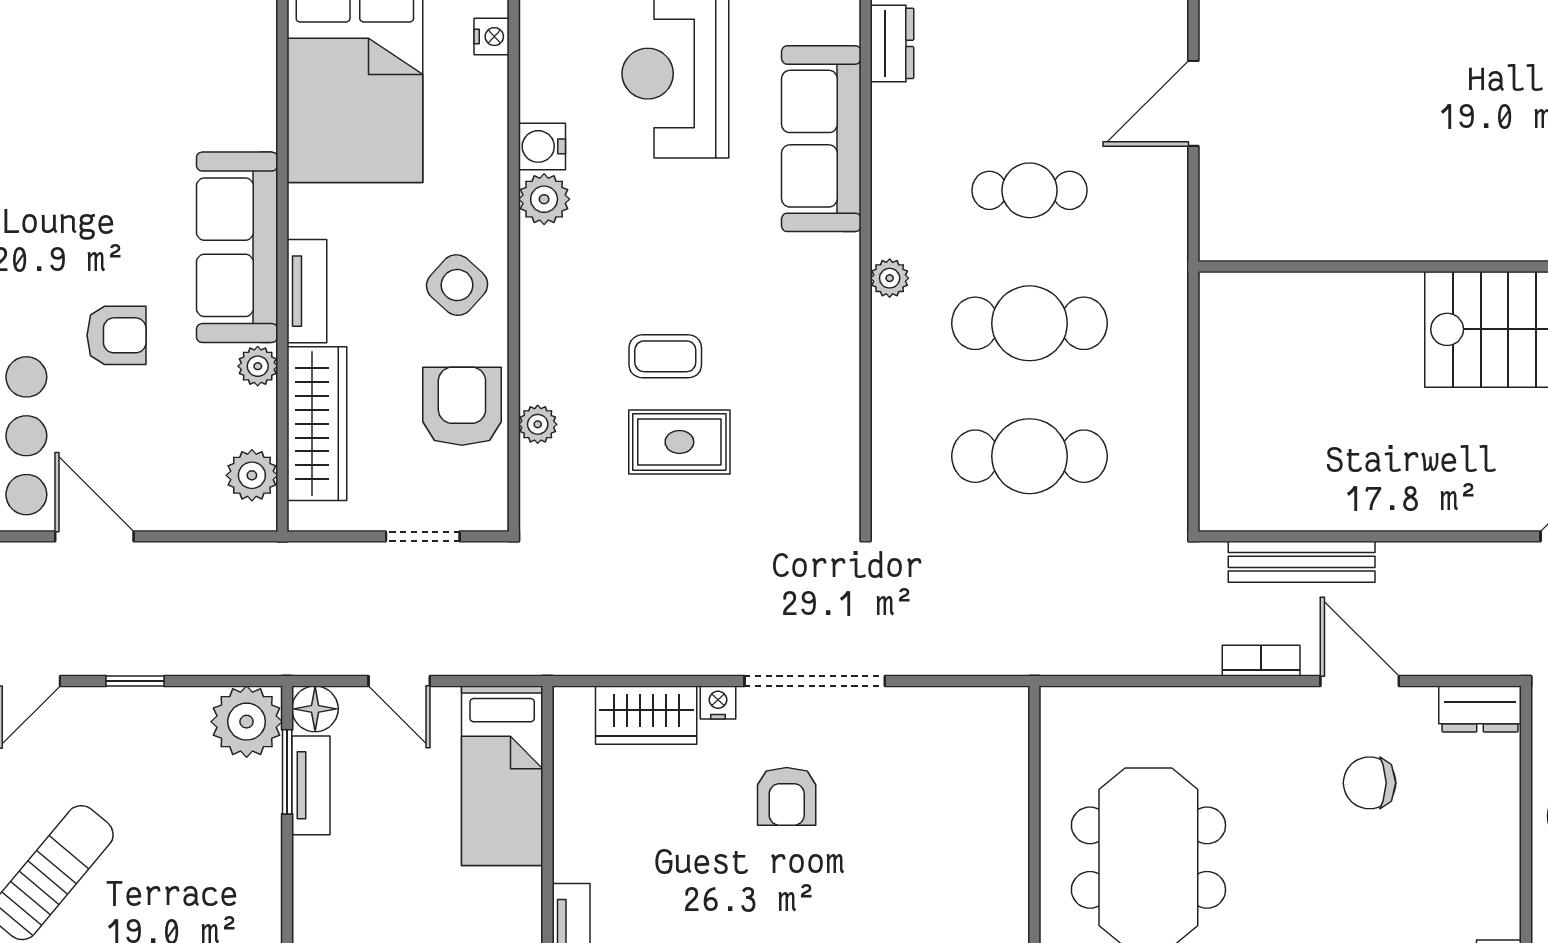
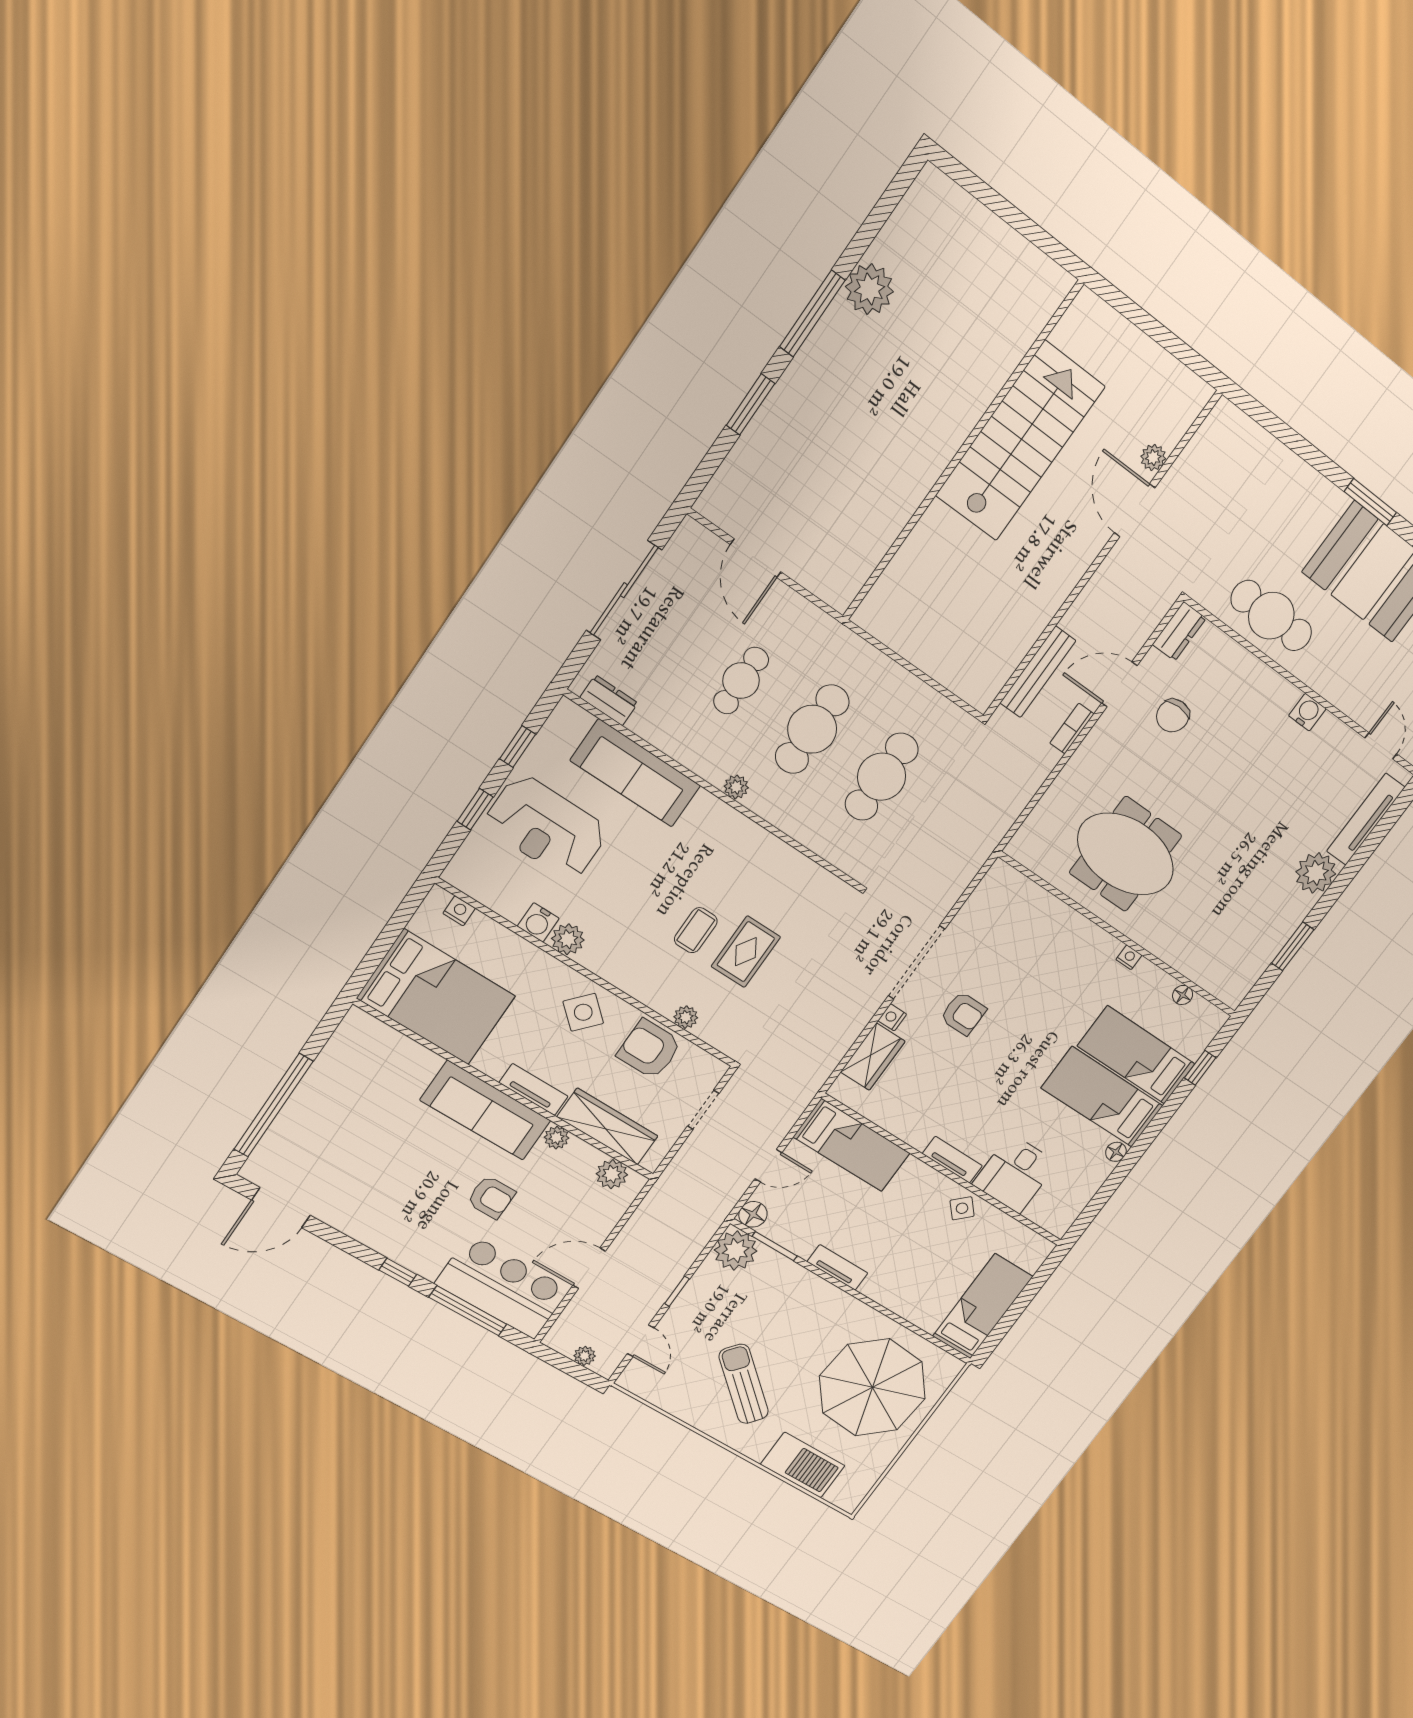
armchair: (116, 335) -> (491, 1197), turned 90
tv unit: (311, 785) -> (837, 1267), moved

